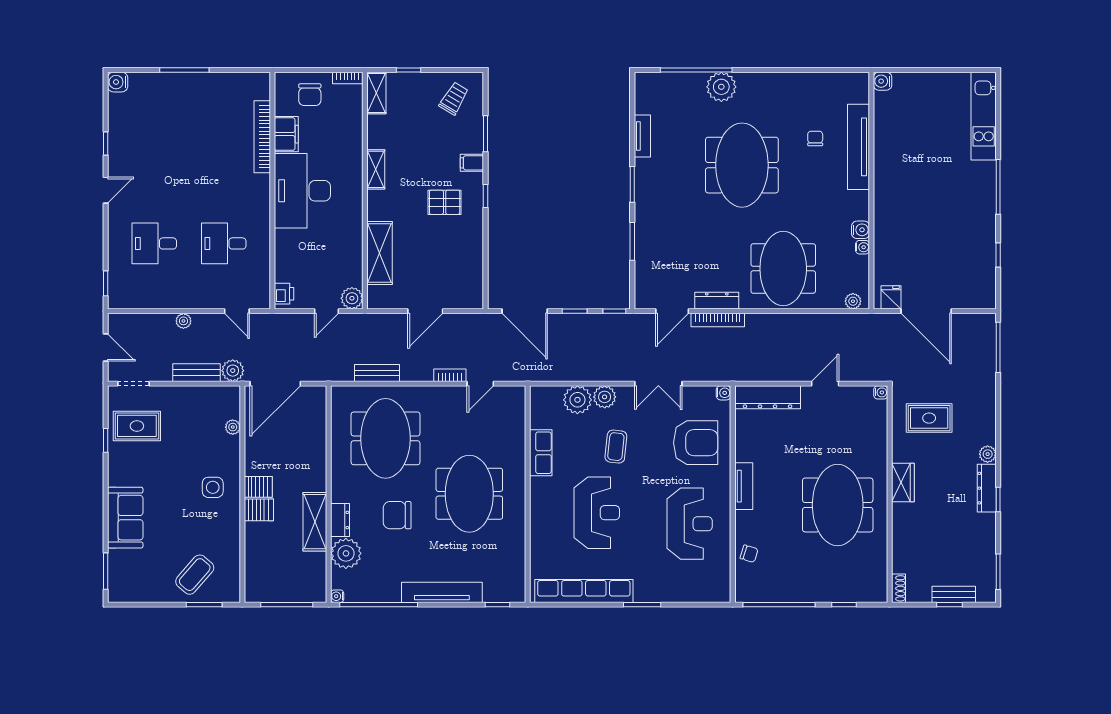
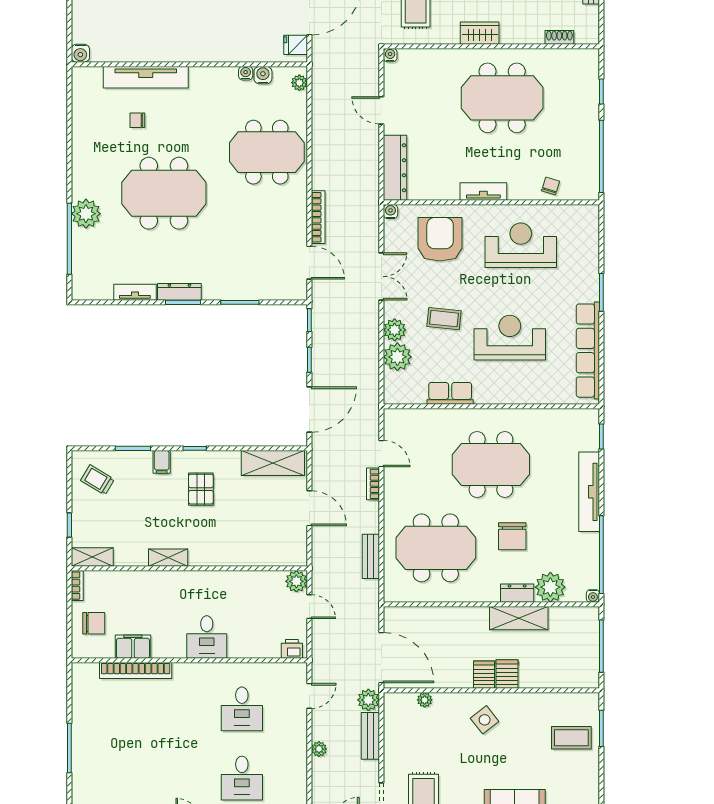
desk: (302, 191) -> (207, 637), width x0.53, depth x0.77
water cooler: (861, 230) -> (263, 75), moved
shelving: (380, 253) -> (273, 463), moved
dresser: (717, 301) -> (179, 292), moved, turned 90
side table: (213, 487) -> (485, 720), turned -38
coffee table: (195, 575) -> (571, 738), turned -41
shoe rack: (899, 588) -> (559, 37), moved

